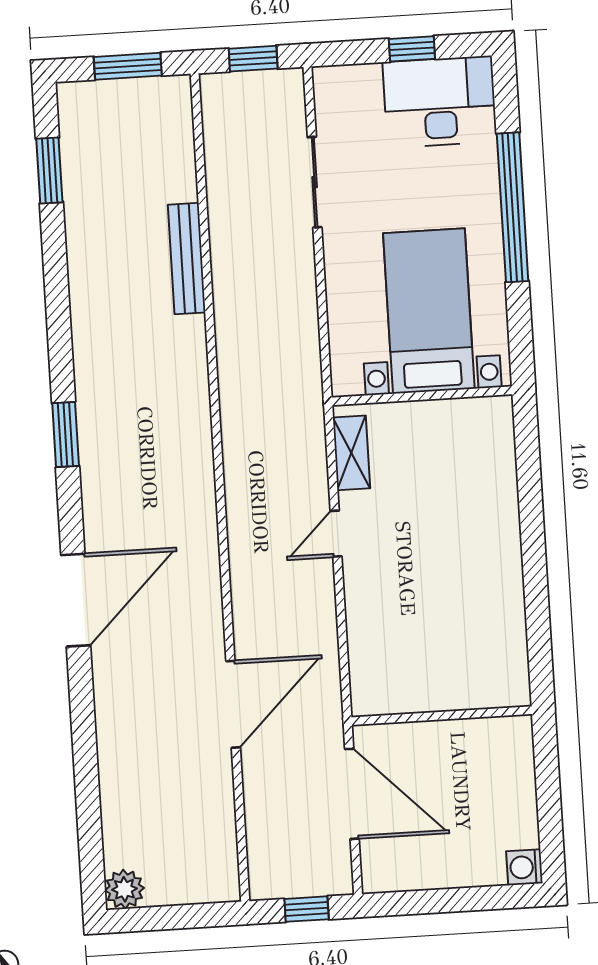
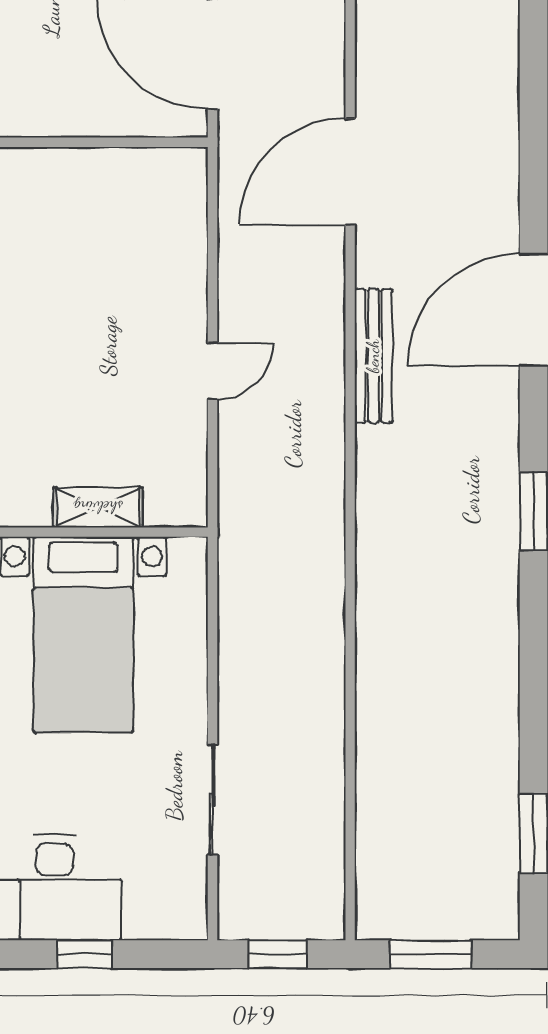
bench: (187, 259) -> (373, 356), moved
shelving: (351, 453) -> (98, 507), moved, turned 90

